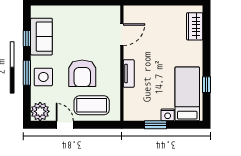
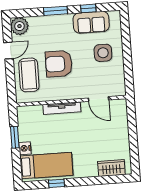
tv unit: (129, 73) -> (62, 108), width x1.41
side table: (43, 77) -> (103, 53), moved

